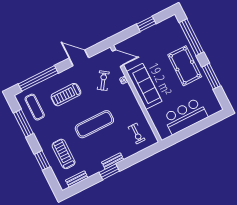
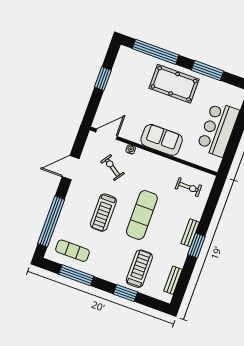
sofa: (144, 86) -> (162, 140), width x0.73
treadmill: (66, 95) -> (103, 213), moved
treadmill: (64, 154) -> (139, 269), turned 90

